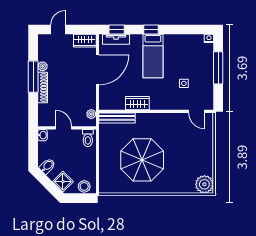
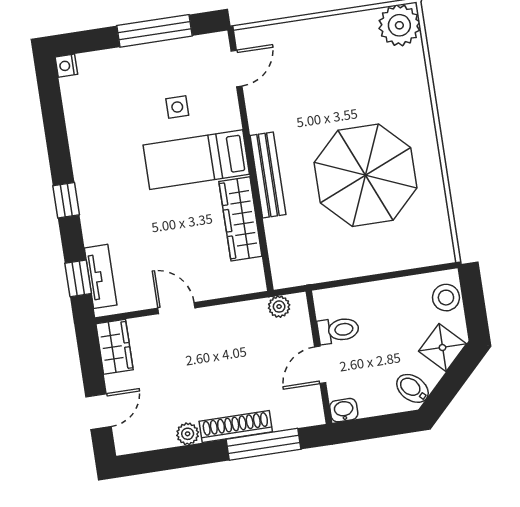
door: (58, 29) -> (98, 412), swing flipped
bed: (153, 56) -> (196, 160), moved, turned 180
window: (218, 68) -> (155, 31), moved
door: (97, 70) -> (176, 308), width x0.53
window: (33, 77) -> (264, 444), moved
wardrobe: (137, 103) -> (240, 219), width x1.50
bench: (117, 118) -> (268, 175), moved
toilet: (88, 138) -> (338, 330), moved

